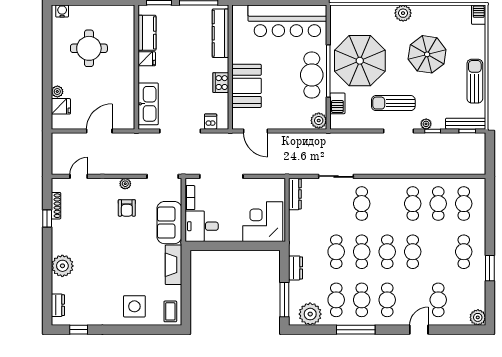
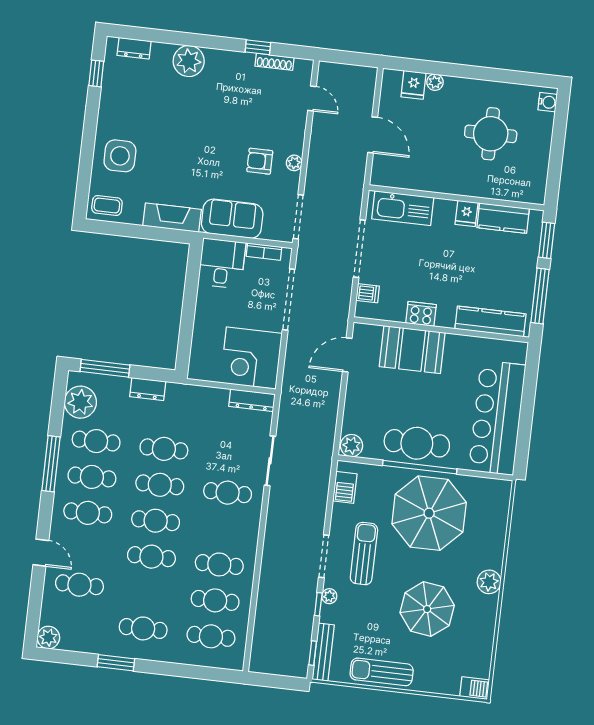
sun lounger: (475, 81) -> (382, 672), turned 180
barbecue: (337, 103) -> (345, 487), moved, turned -90
corner desk: (263, 222) -> (251, 358), moved, turned 180

